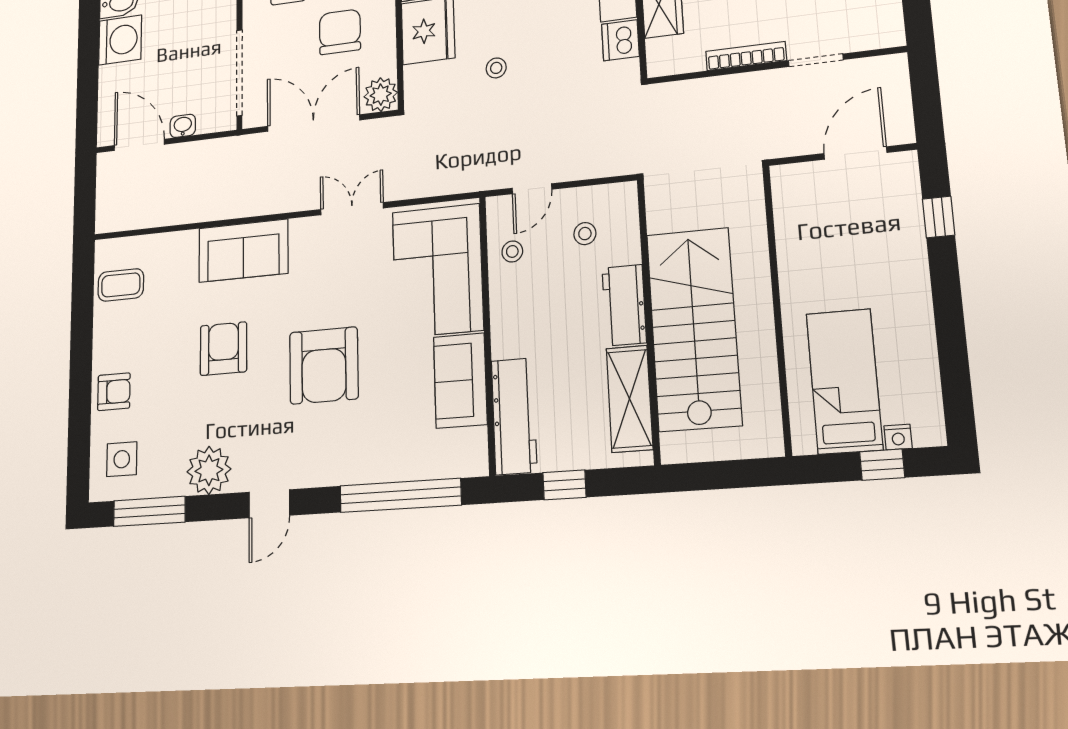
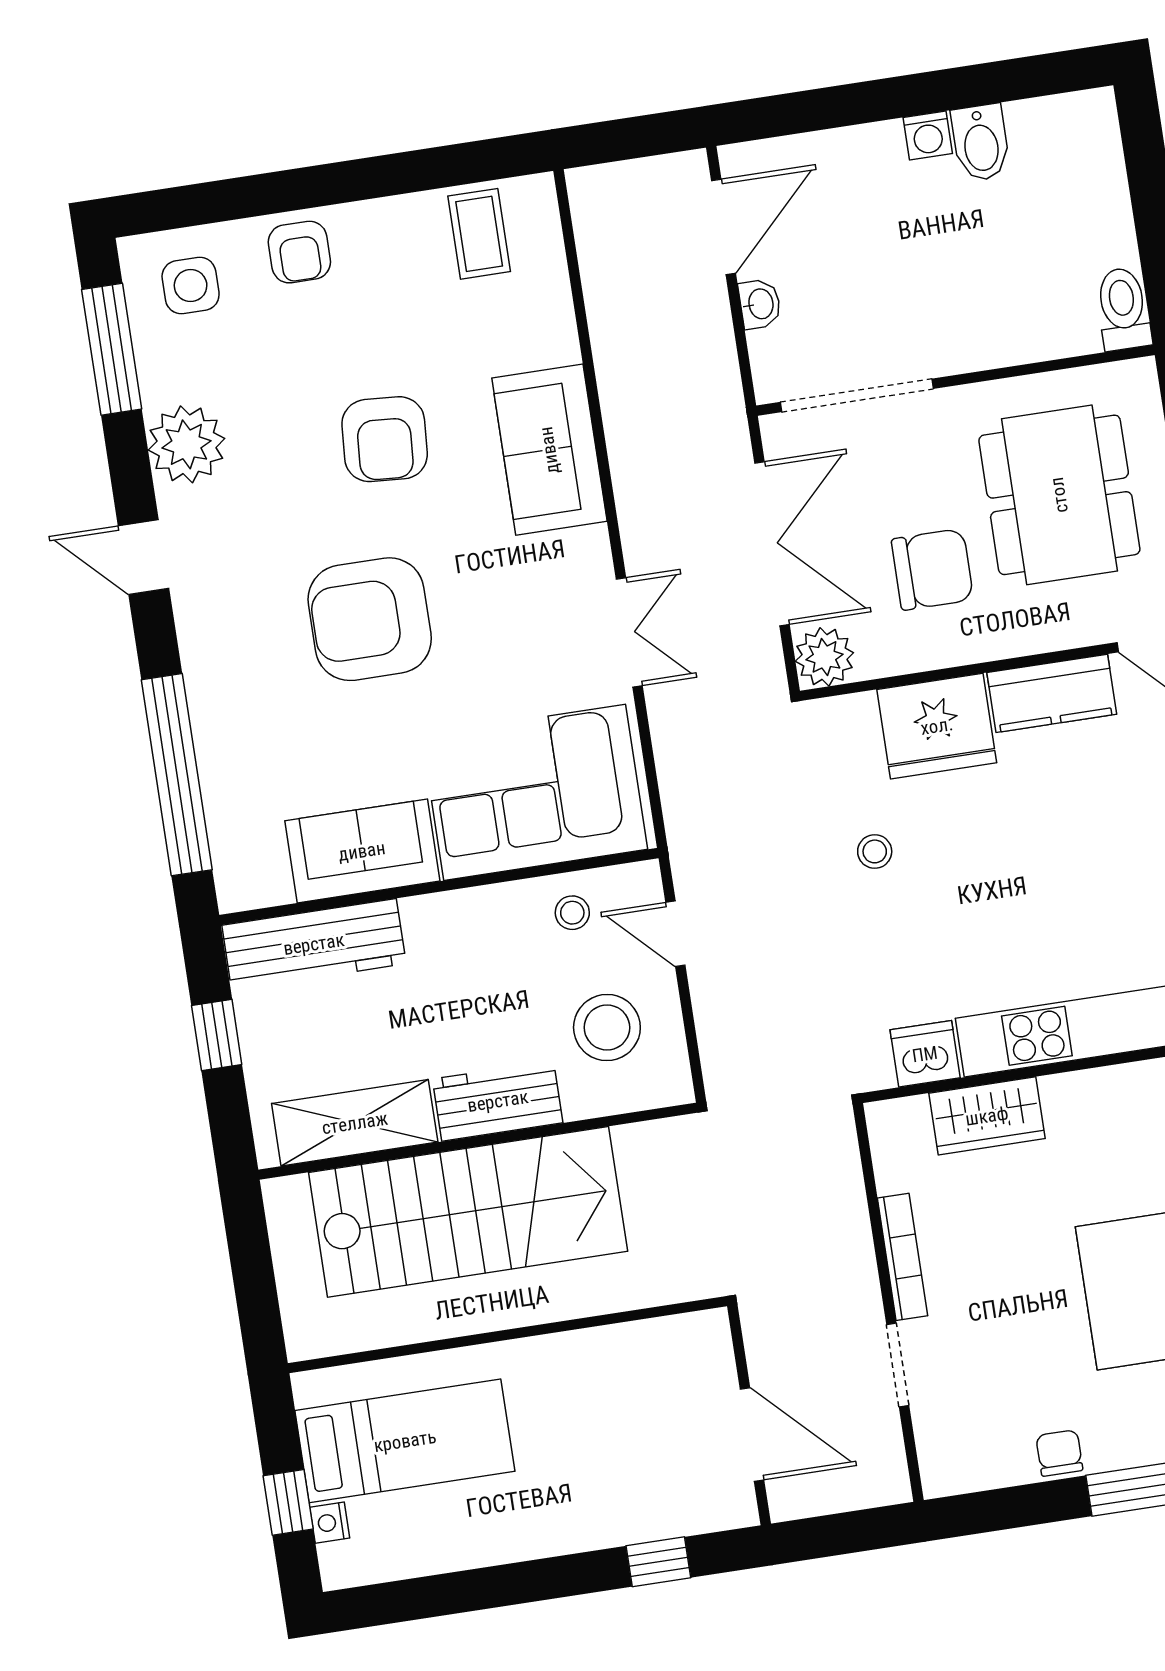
washing machine: (120, 40) -> (928, 135), width x0.53, depth x0.53
stool: (585, 234) -> (607, 1028), width x1.89, depth x1.89
armchair: (223, 349) -> (385, 439), turned 94

